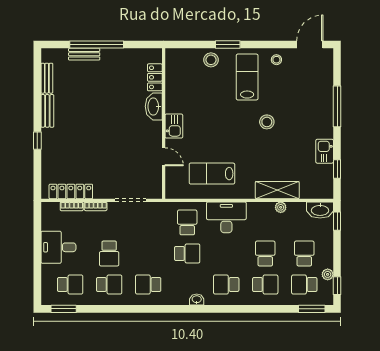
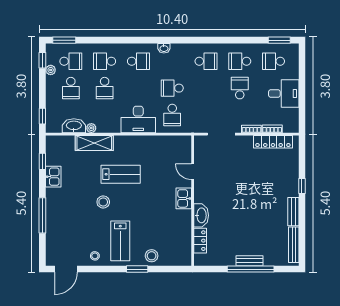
bench: (84, 54) -> (249, 261), moved
bench: (47, 78) -> (294, 245), width x1.36
lab bench: (212, 174) -> (121, 174), moved
washbasin: (320, 210) -> (74, 126), moved

